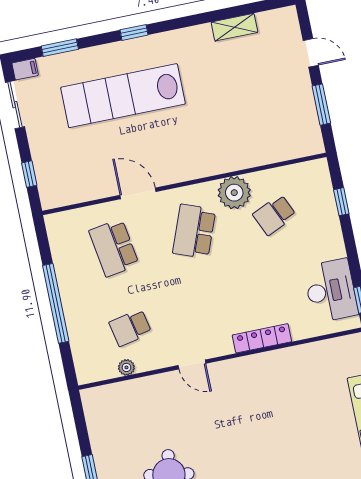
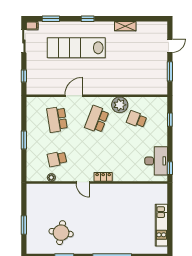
shelving: (234, 27) -> (125, 26), moved
door: (311, 53) -> (170, 46), hinge flipped
door: (138, 193) -> (74, 96), hinge flipped
school desk: (274, 215) -> (137, 119), turned 45
window: (56, 303) -> (24, 140), width x0.47
locker: (262, 338) -> (103, 177), moved, width x0.66

